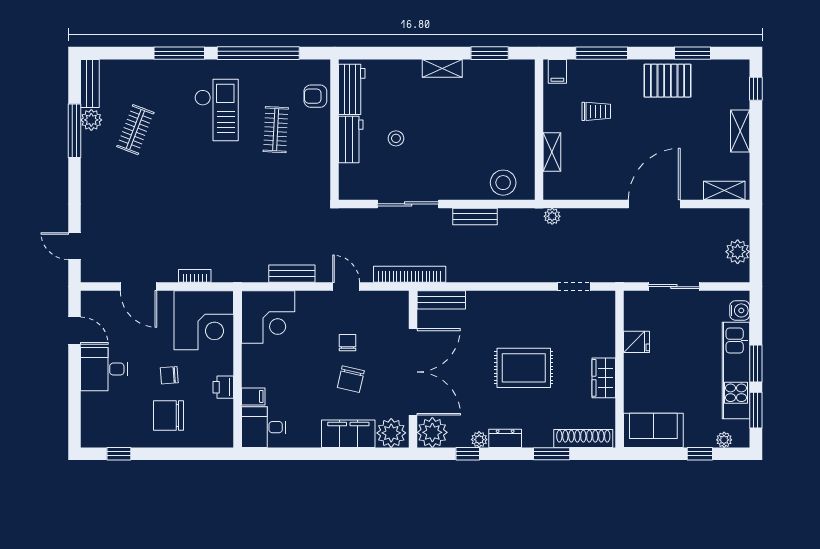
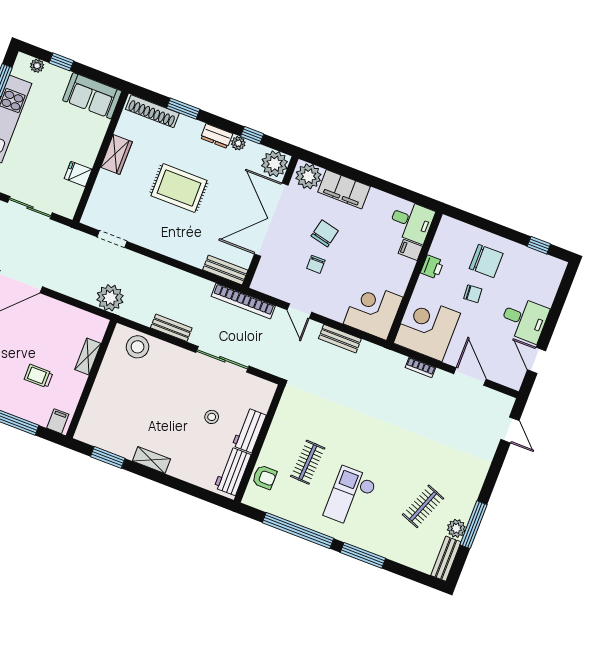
plant: (552, 216) -> (110, 298), width x1.88, depth x1.88

